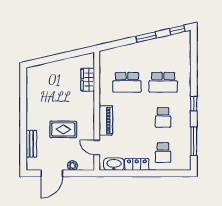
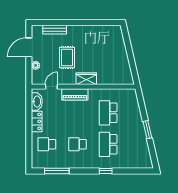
window: (177, 30) -> (154, 157), removed
wardrobe: (88, 80) -> (86, 79), moved
window: (194, 104) -> (106, 171), moved
door: (52, 173) -> (29, 47), hinge flipped

